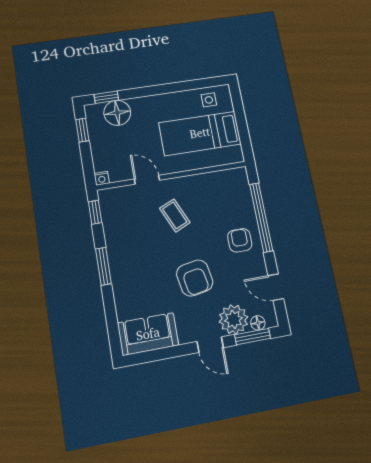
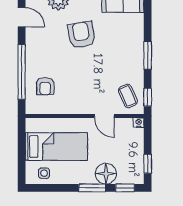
window: (147, 91) -> (92, 188), added
floor lamp: (117, 113) -> (106, 174), moved
coffee table: (175, 215) -> (128, 96), moved
armchair: (240, 240) -> (45, 86), moved

